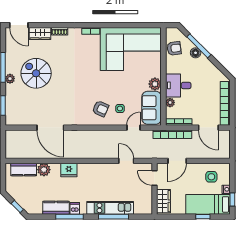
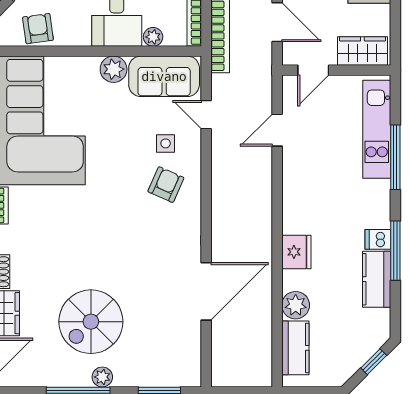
kitchen unit: (110, 208) -> (377, 129), moved

